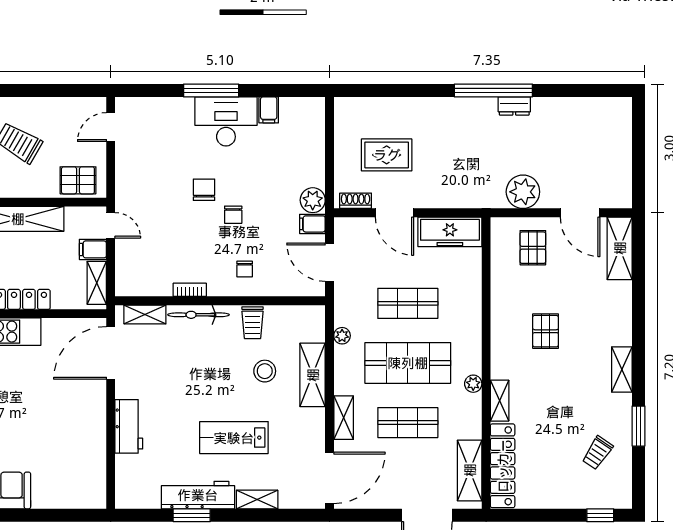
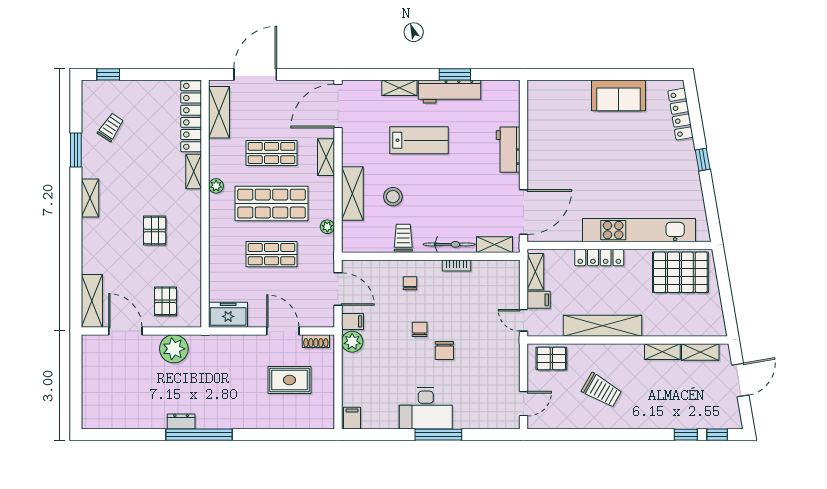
filing cabinet: (269, 110) -> (352, 418), moved
freezer: (450, 232) -> (228, 315), width x0.71

